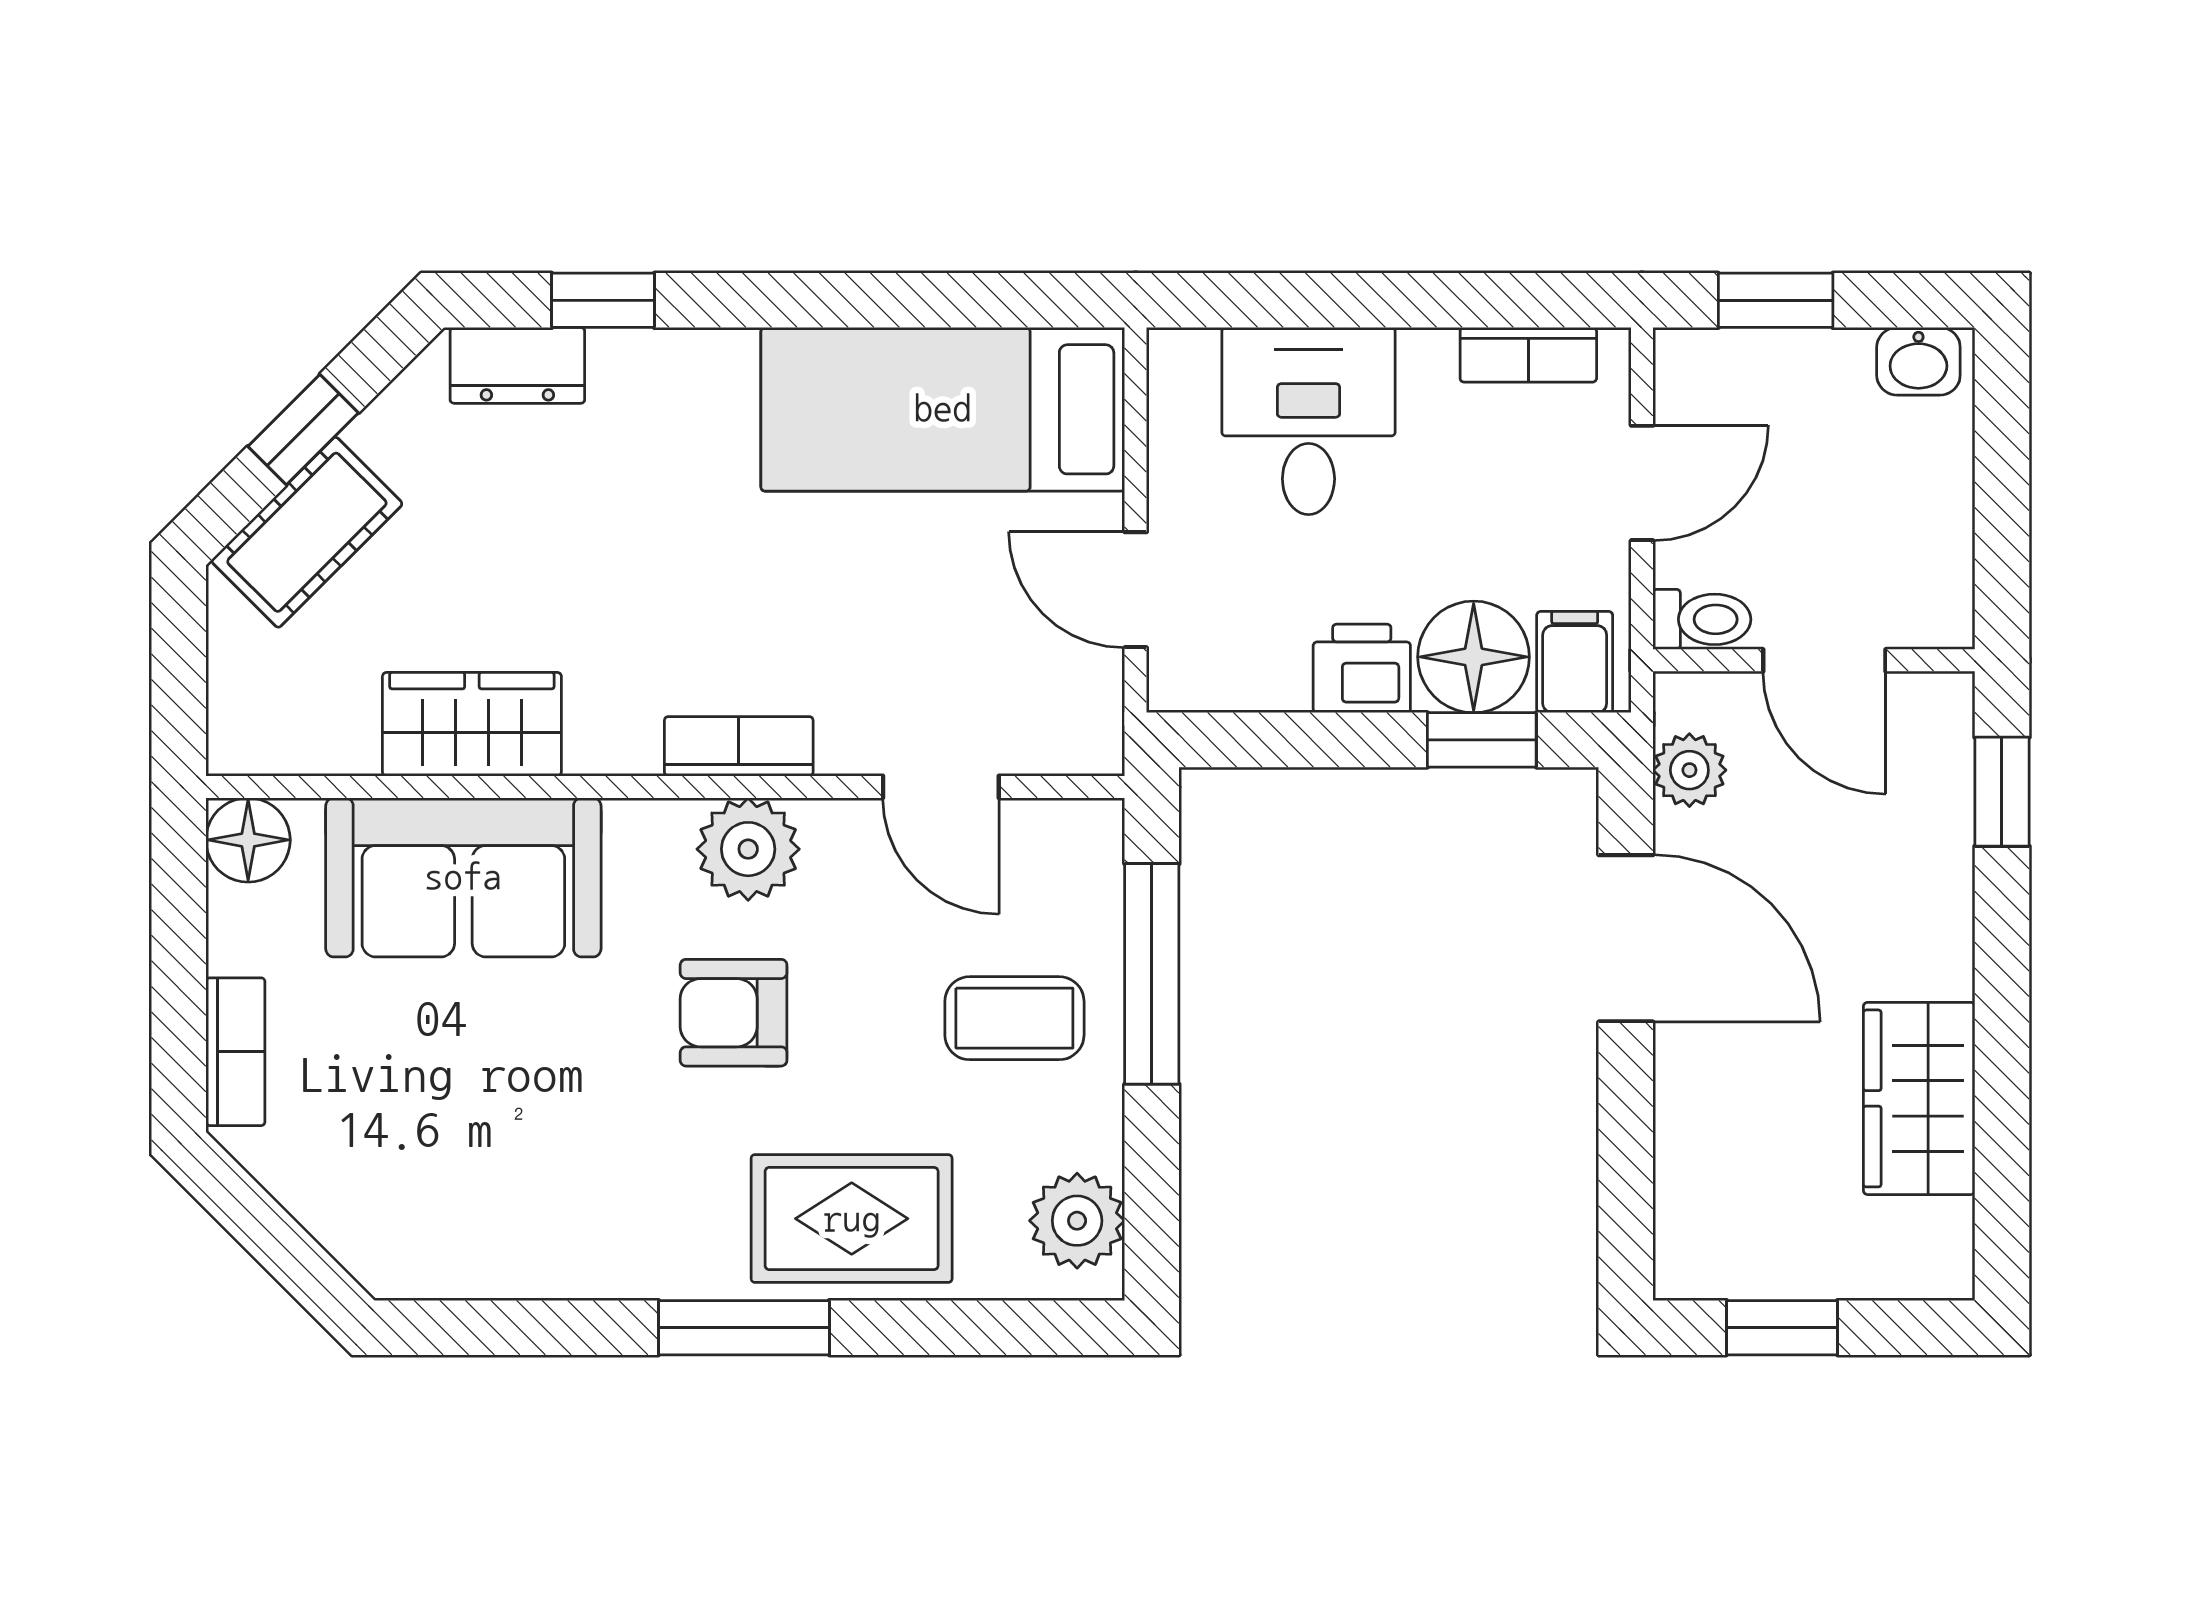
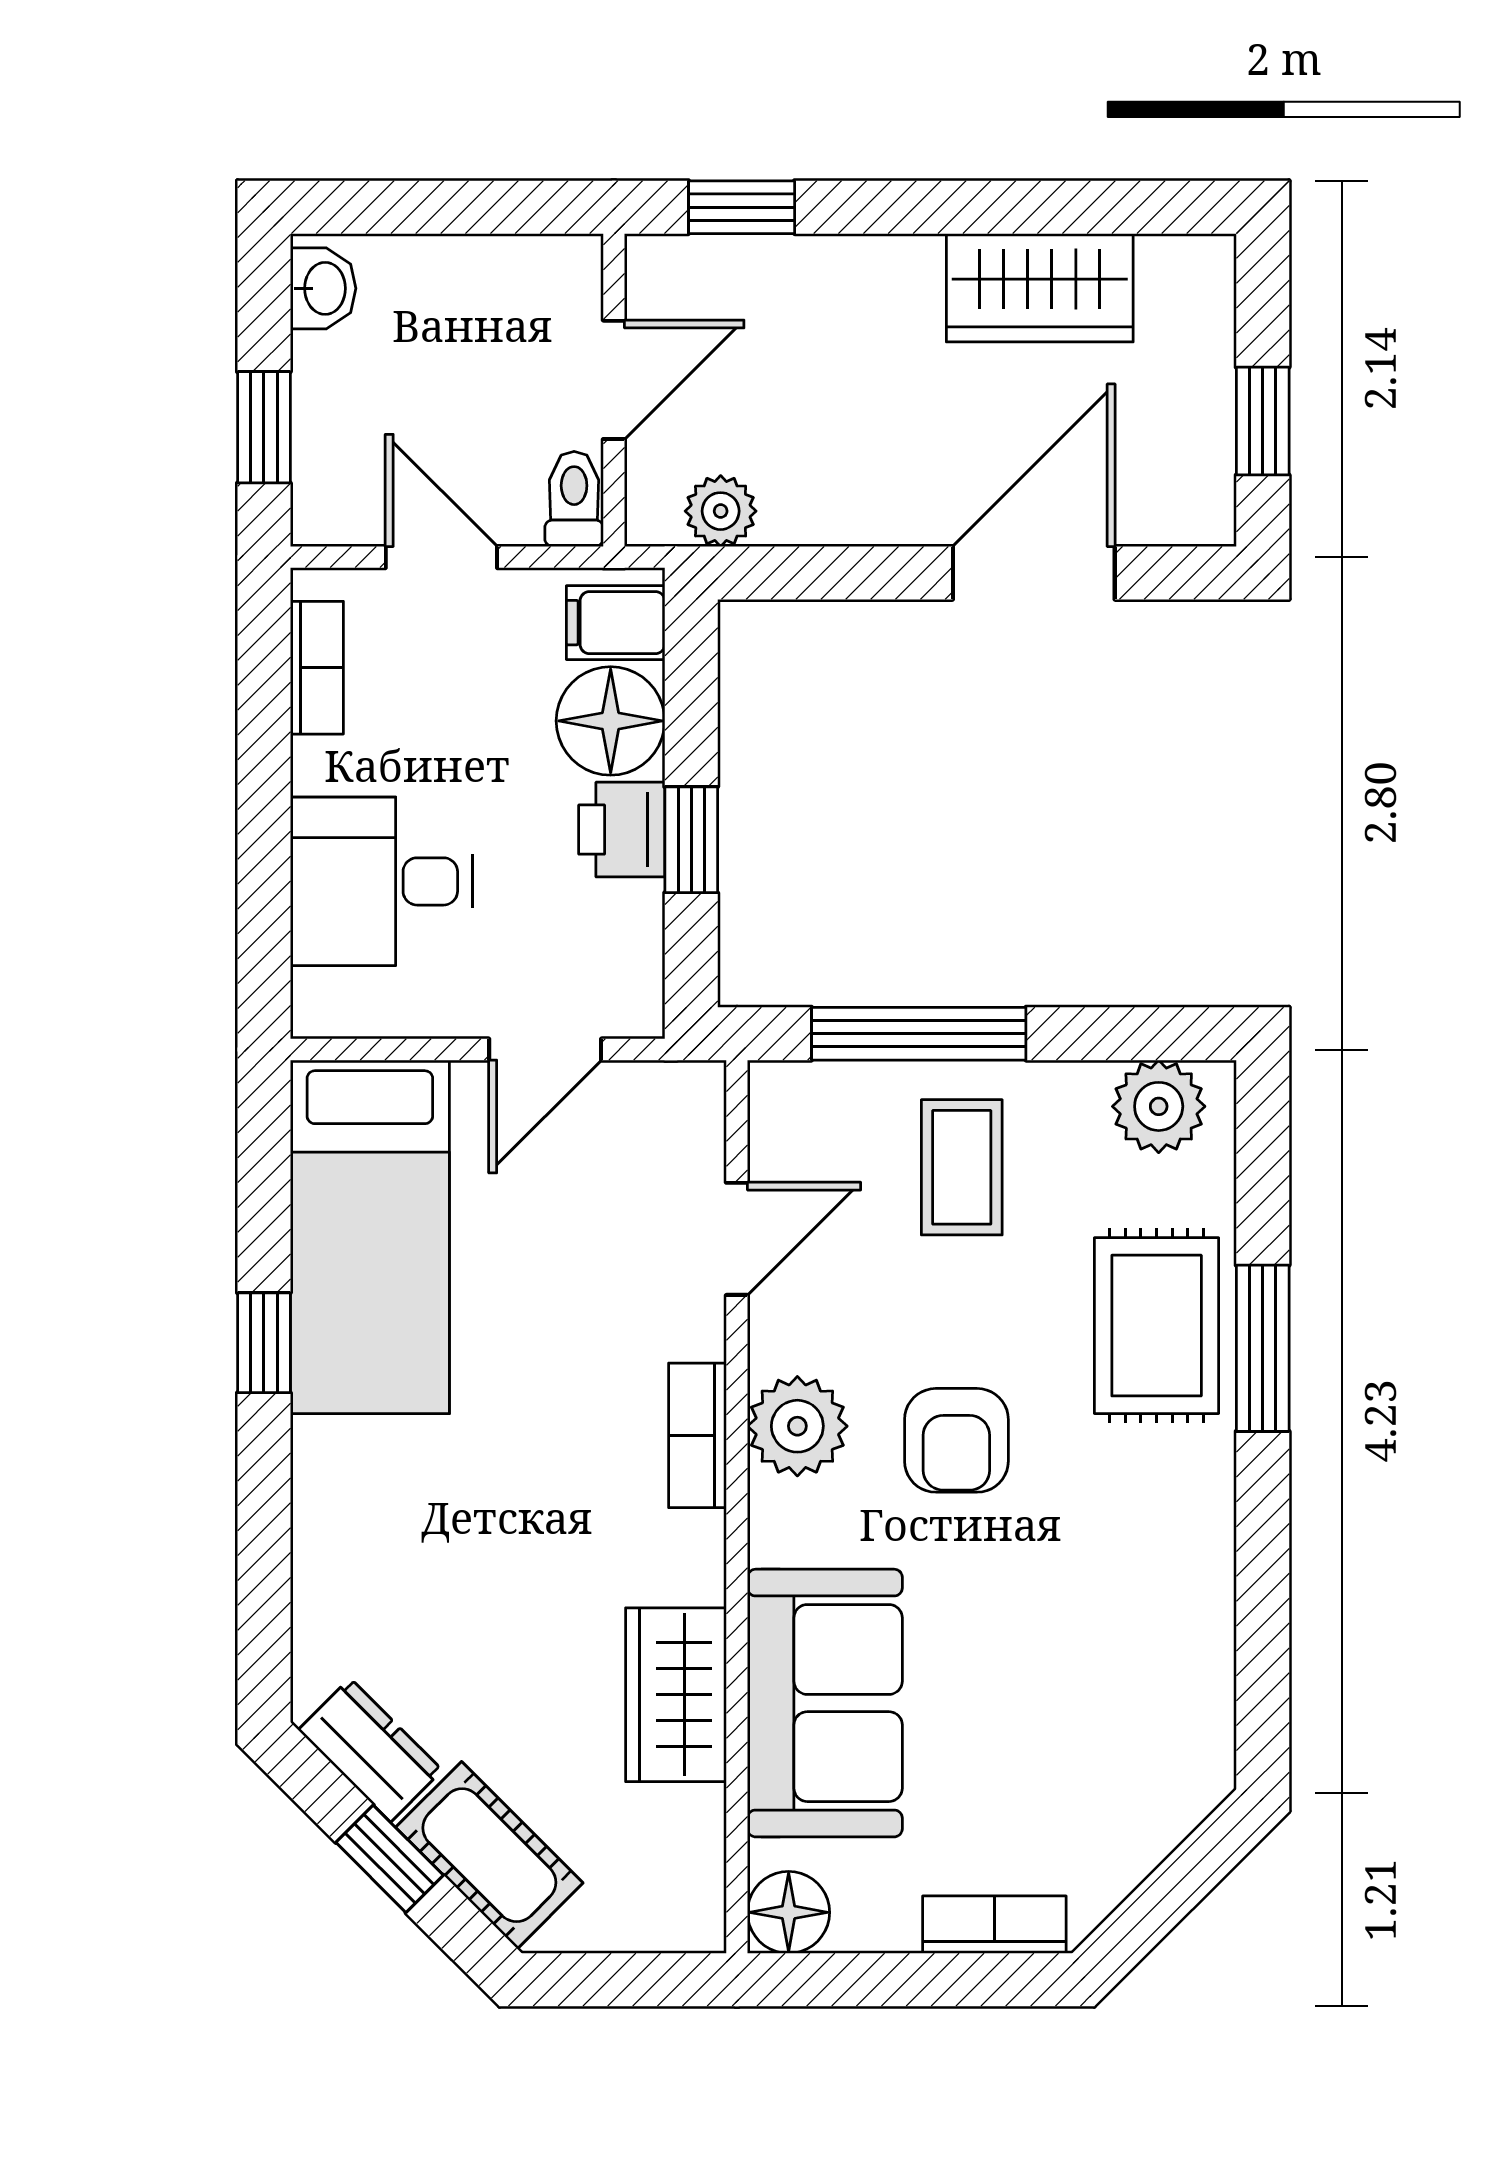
window: (603, 300) -> (264, 1343), moved
dresser: (517, 365) -> (370, 1750), moved, turned -45
window: (1482, 740) -> (691, 840), moved
door: (1626, 938) -> (1034, 573), moved
window: (744, 1328) -> (1263, 1348), moved

